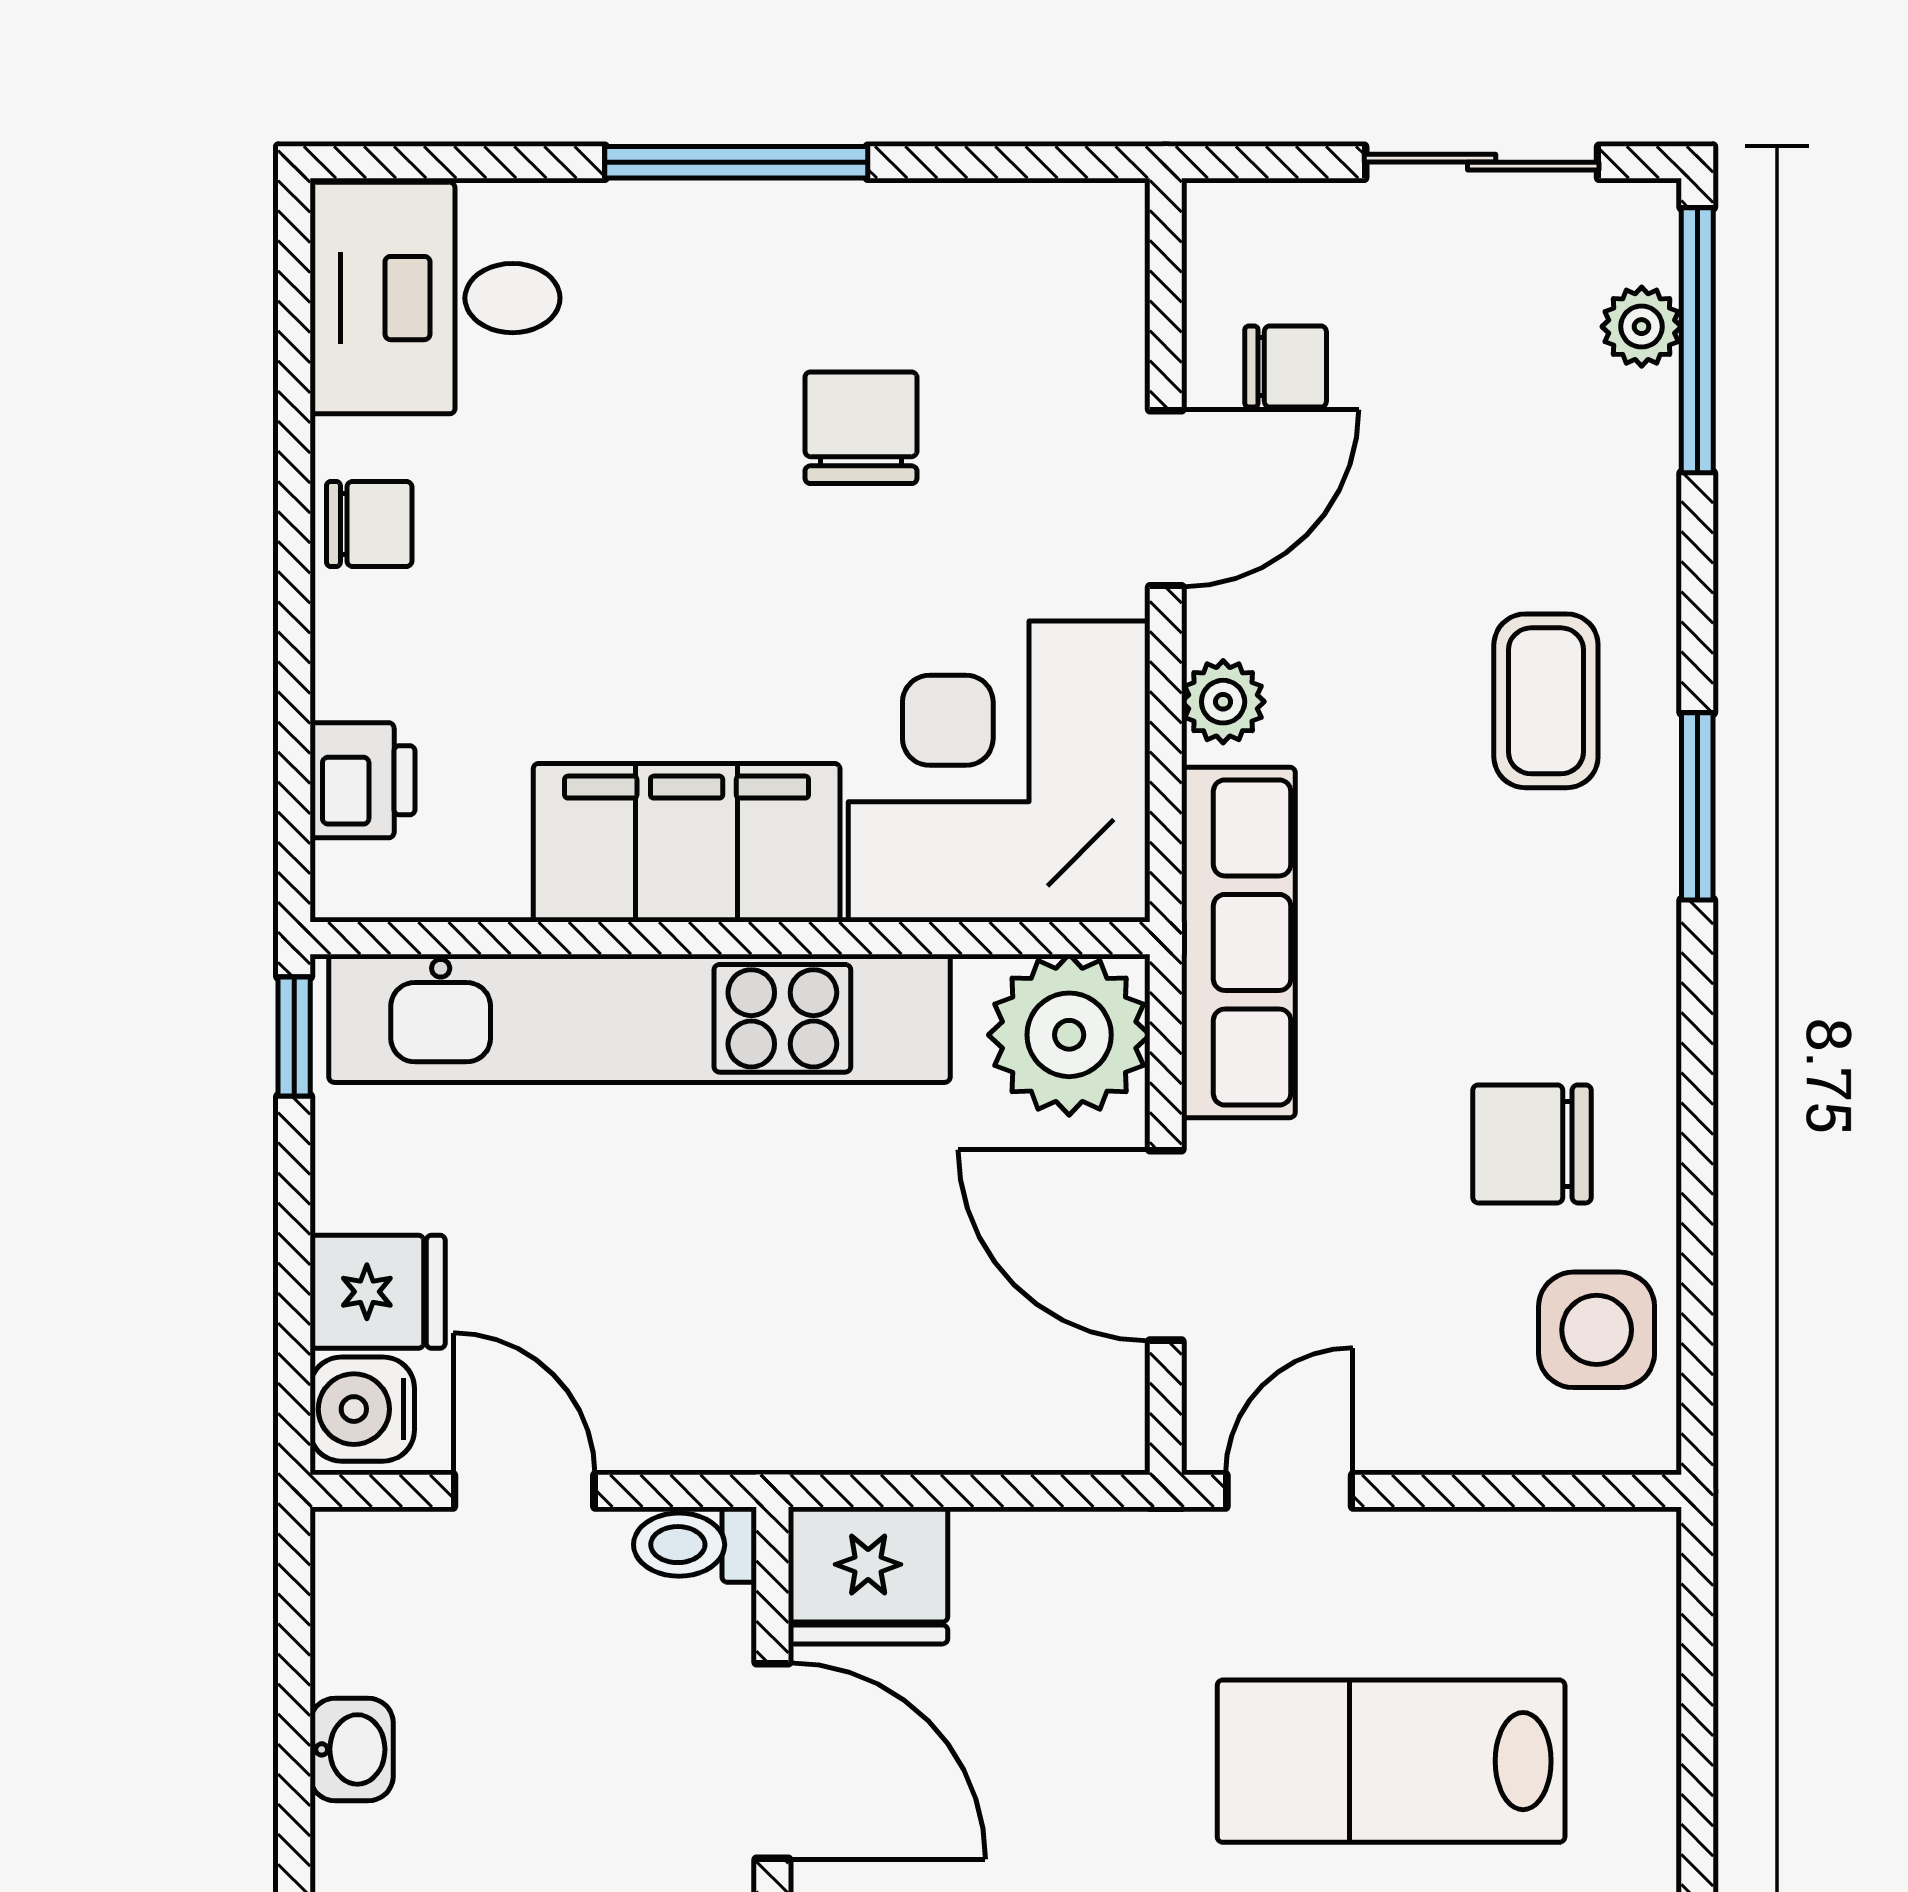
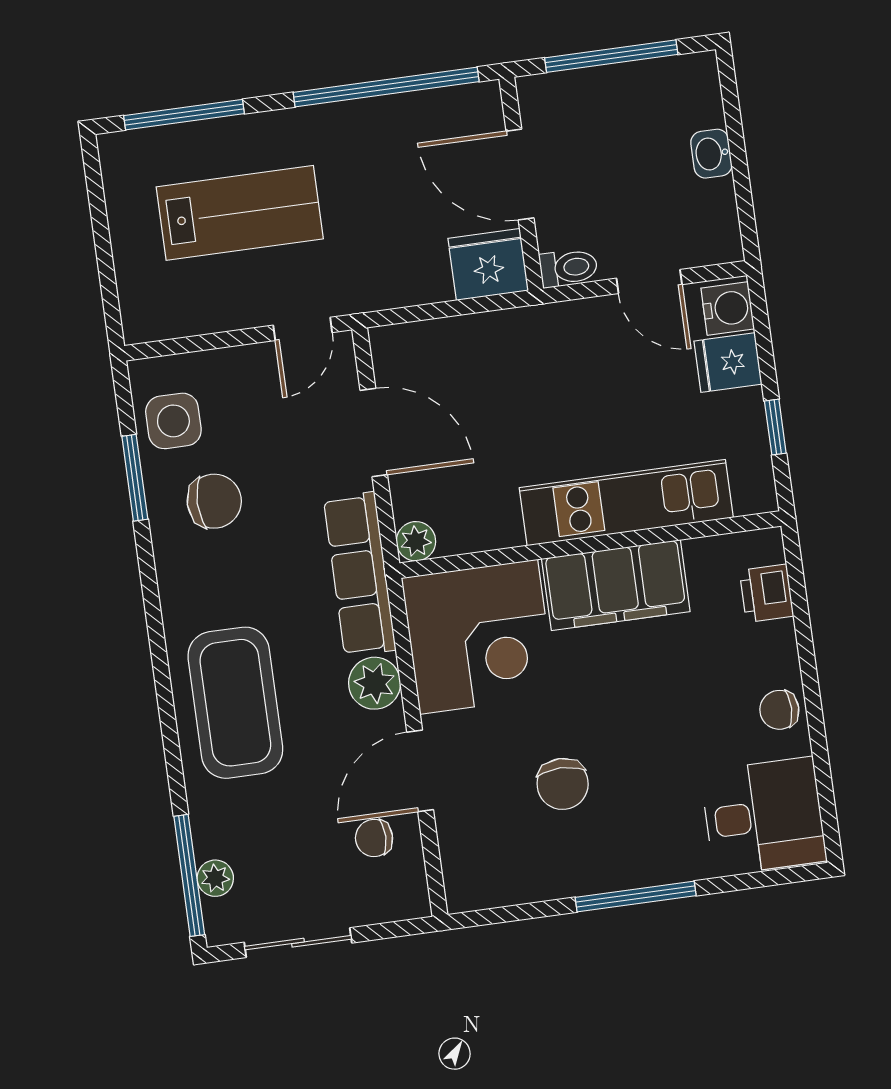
coffee table: (1546, 701) -> (235, 703), width x1.86, depth x1.72
plant: (1223, 702) -> (375, 683), width x1.38, depth x1.38
window: (1697, 806) -> (135, 478), moved
kitchen unit: (639, 1018) -> (626, 503), width x0.73
plant: (1069, 1035) -> (416, 541), width x0.53, depth x0.53
window: (294, 1037) -> (775, 427), moved

